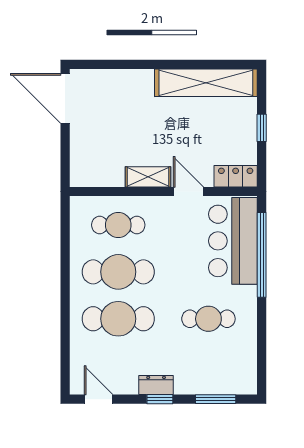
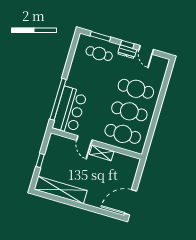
door: (65, 98) -> (130, 202), swing flipped
locker: (236, 176) -> (59, 141), removed
cafe table: (118, 225) -> (123, 134), width x1.37, depth x1.35
cafe table: (208, 319) -> (99, 54), moved
door: (99, 399) -> (146, 50), moved

